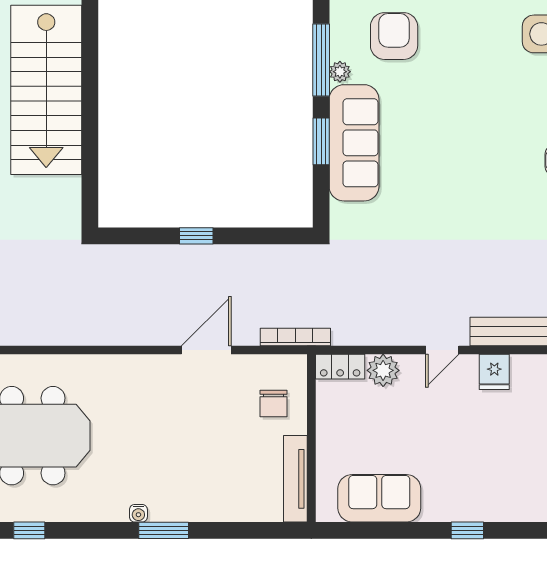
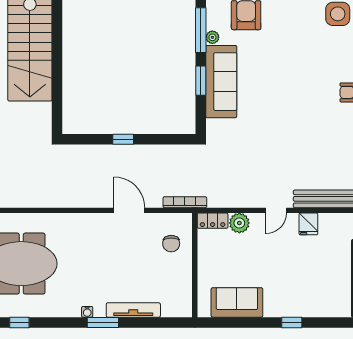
door: (206, 350) -> (129, 210), hinge flipped
tv unit: (295, 479) -> (133, 310), moved, turned 90

